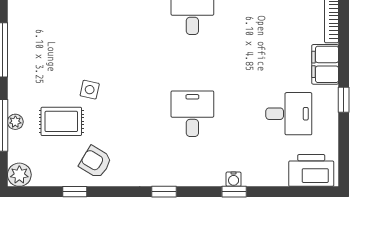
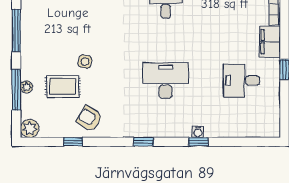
desk: (192, 114) -> (166, 80), width x1.37
desk: (289, 114) -> (241, 80), turned 180
printer: (311, 170) -> (259, 125), removed

